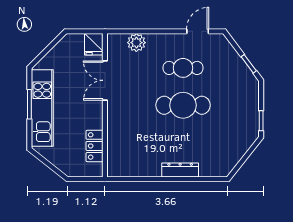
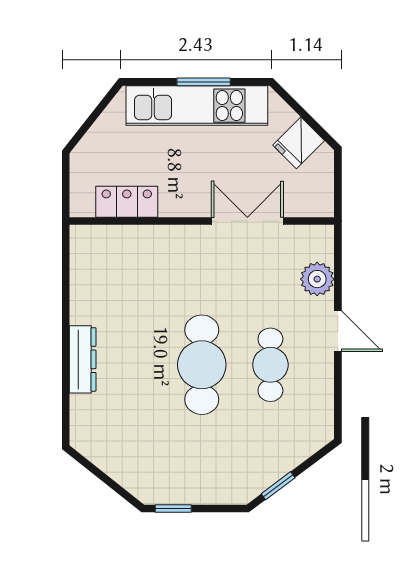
door: (198, 31) -> (338, 331), moved
fridge: (94, 44) -> (299, 143), moved, turned -45

